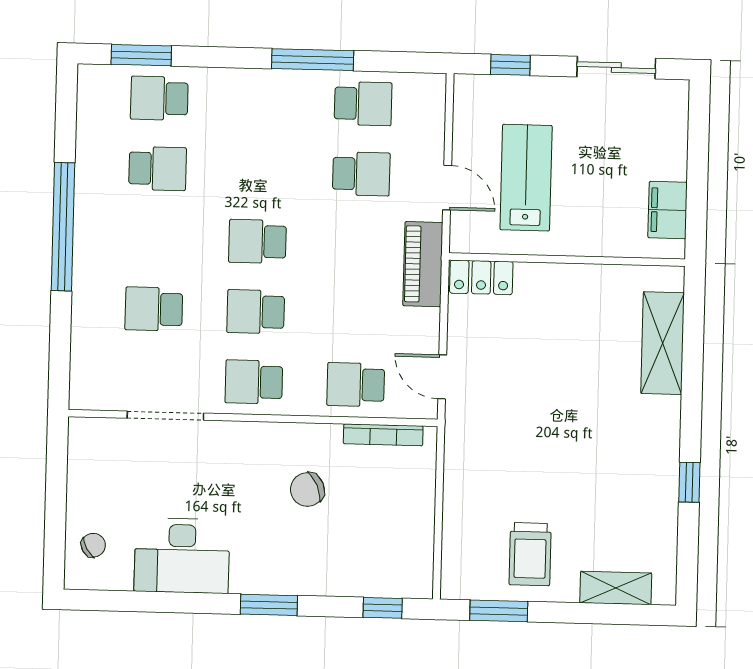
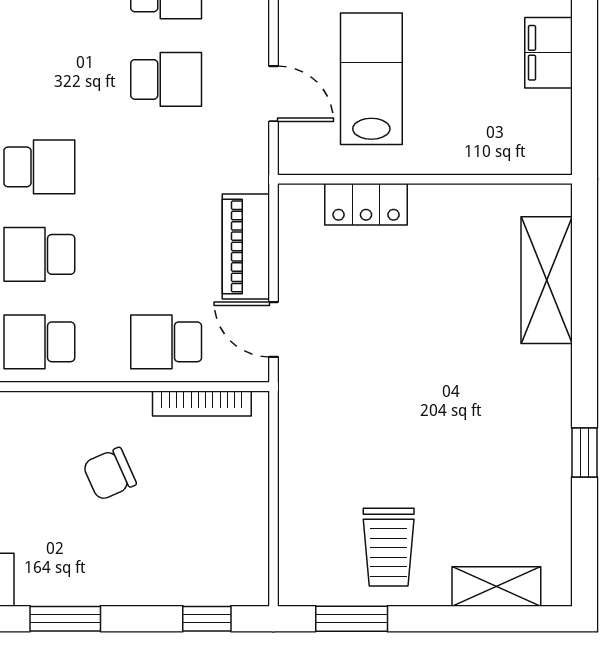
filing cabinet: (668, 210) -> (548, 53), moved
school desk: (258, 241) -> (39, 167), turned 180
piano: (423, 264) -> (246, 246), moved
locker: (481, 277) -> (366, 204), moved

